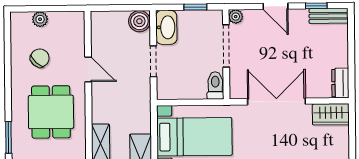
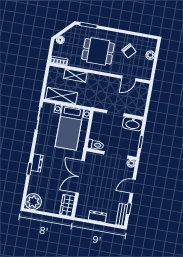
boiler: (139, 21) -> (139, 110), removed
door: (88, 69) -> (129, 78), moved
dresser: (340, 83) -> (97, 216), moved
double door: (276, 101) -> (80, 177), swing flipped

